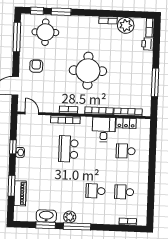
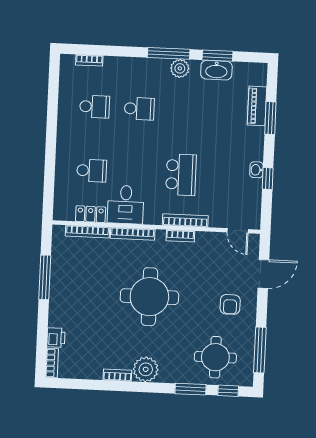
plant: (126, 25) -> (146, 369), moved

